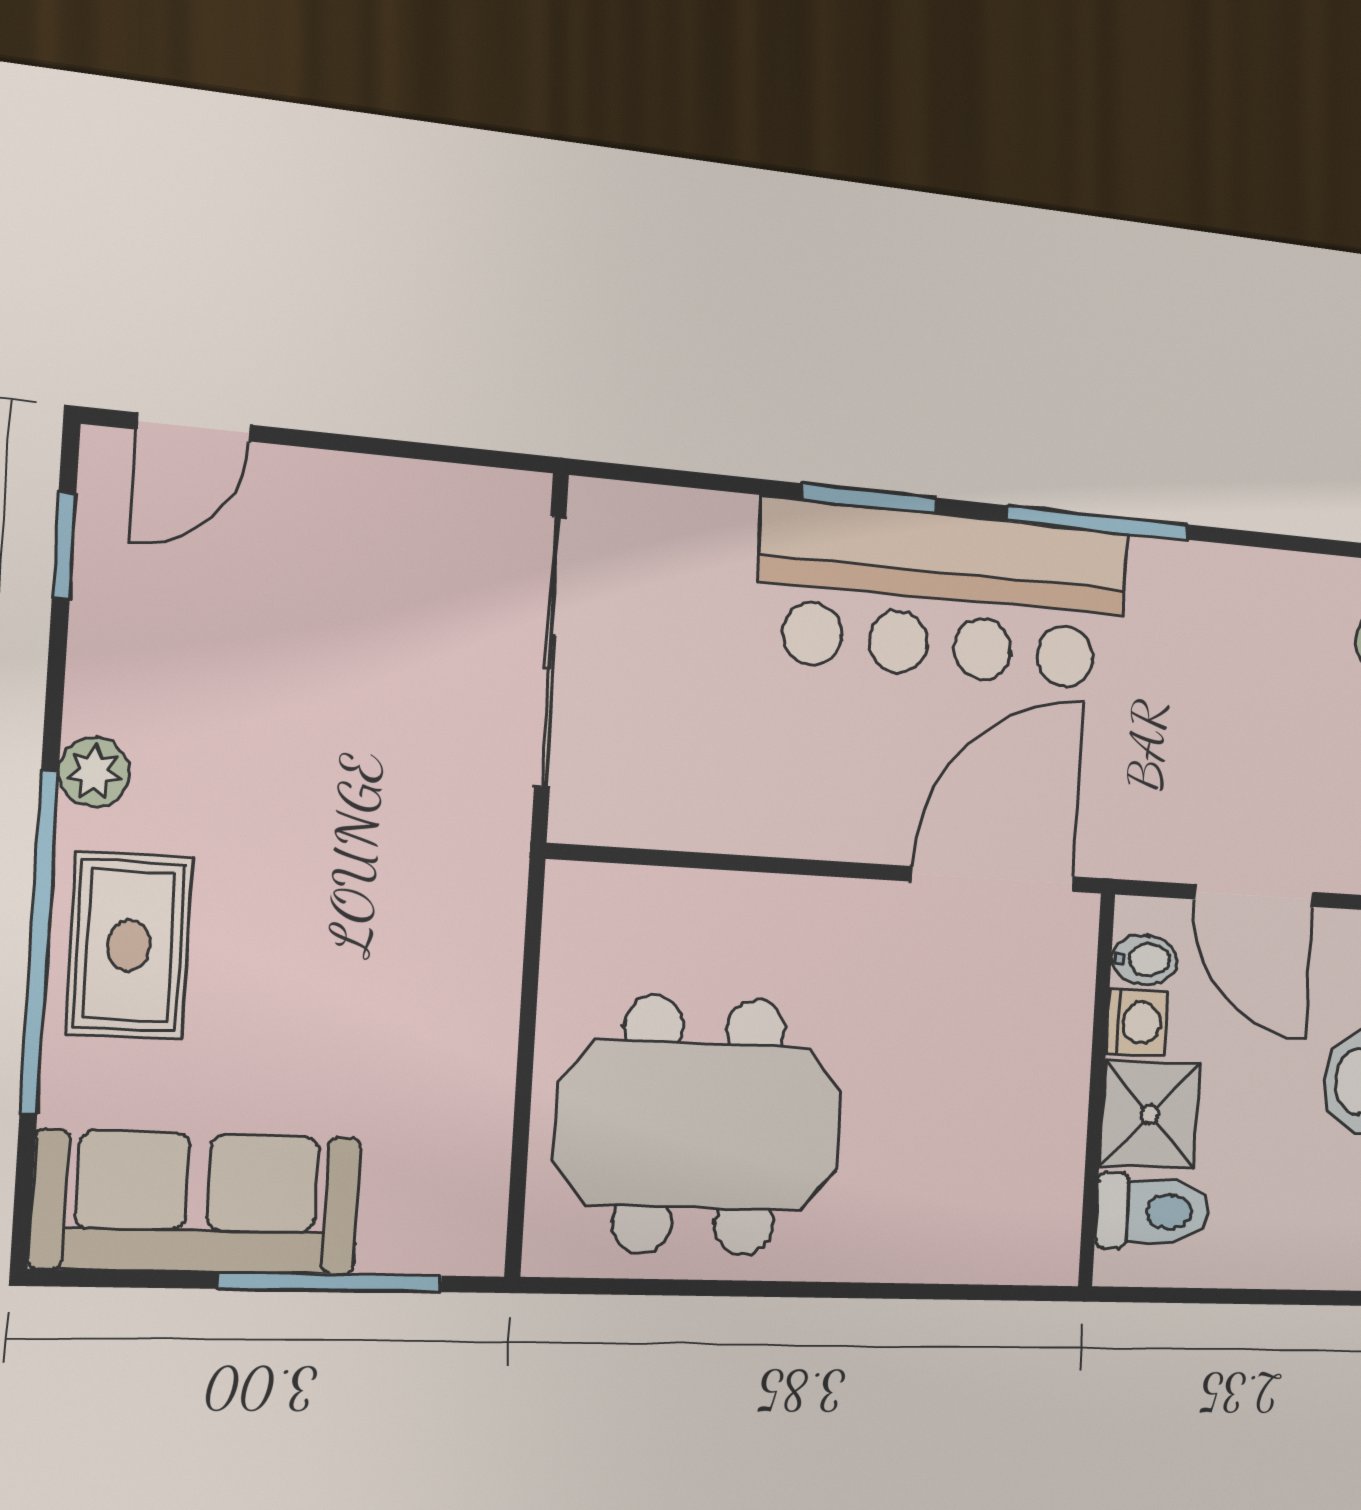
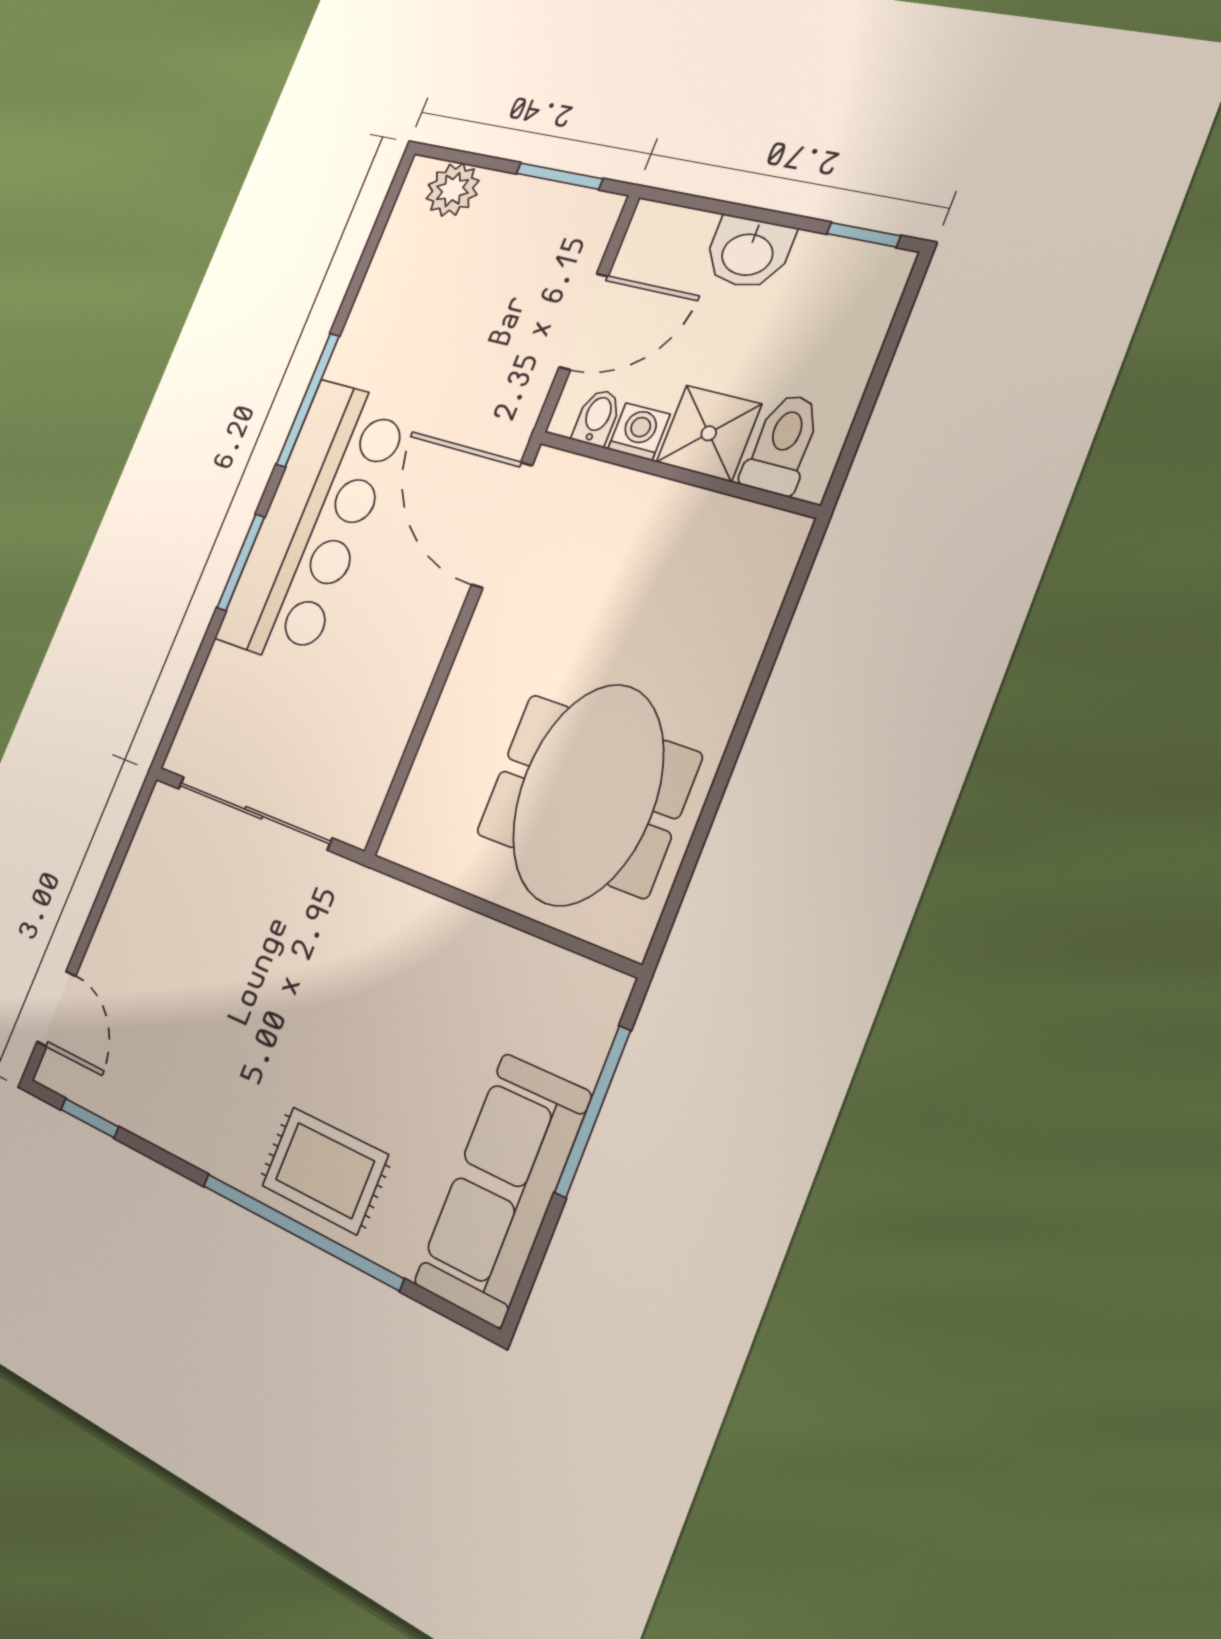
plant: (94, 772) -> (217, 1151), removed

